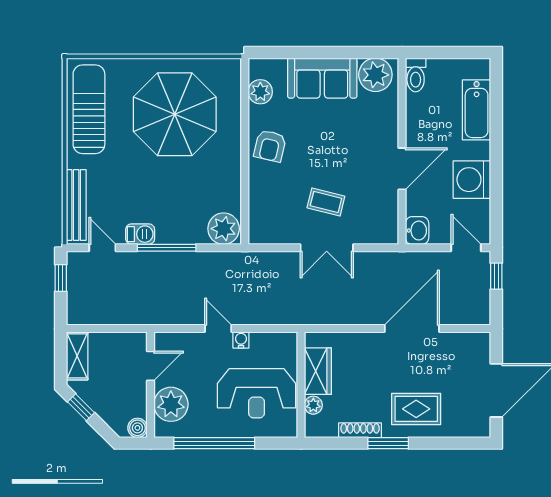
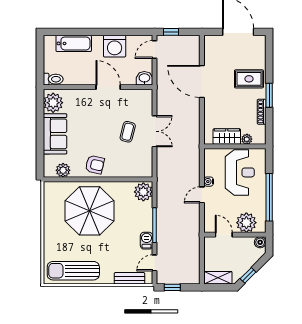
parasol: (175, 114) -> (90, 211), moved
bench: (76, 205) -> (129, 278), width x0.73
rug: (416, 409) -> (249, 79), turned 90

